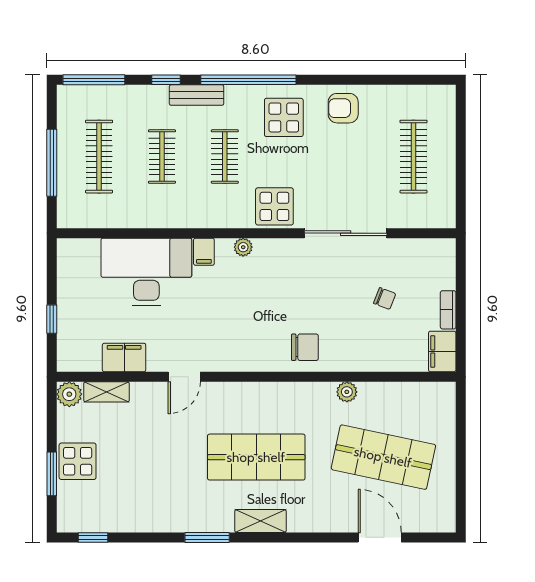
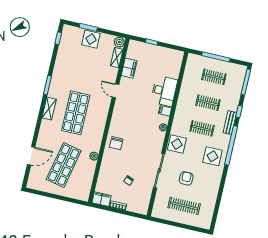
armchair: (343, 108) -> (186, 178), moved
clothes rail: (99, 157) -> (214, 77), width x0.73
desk: (146, 272) -> (164, 91), width x0.73, depth x0.77

